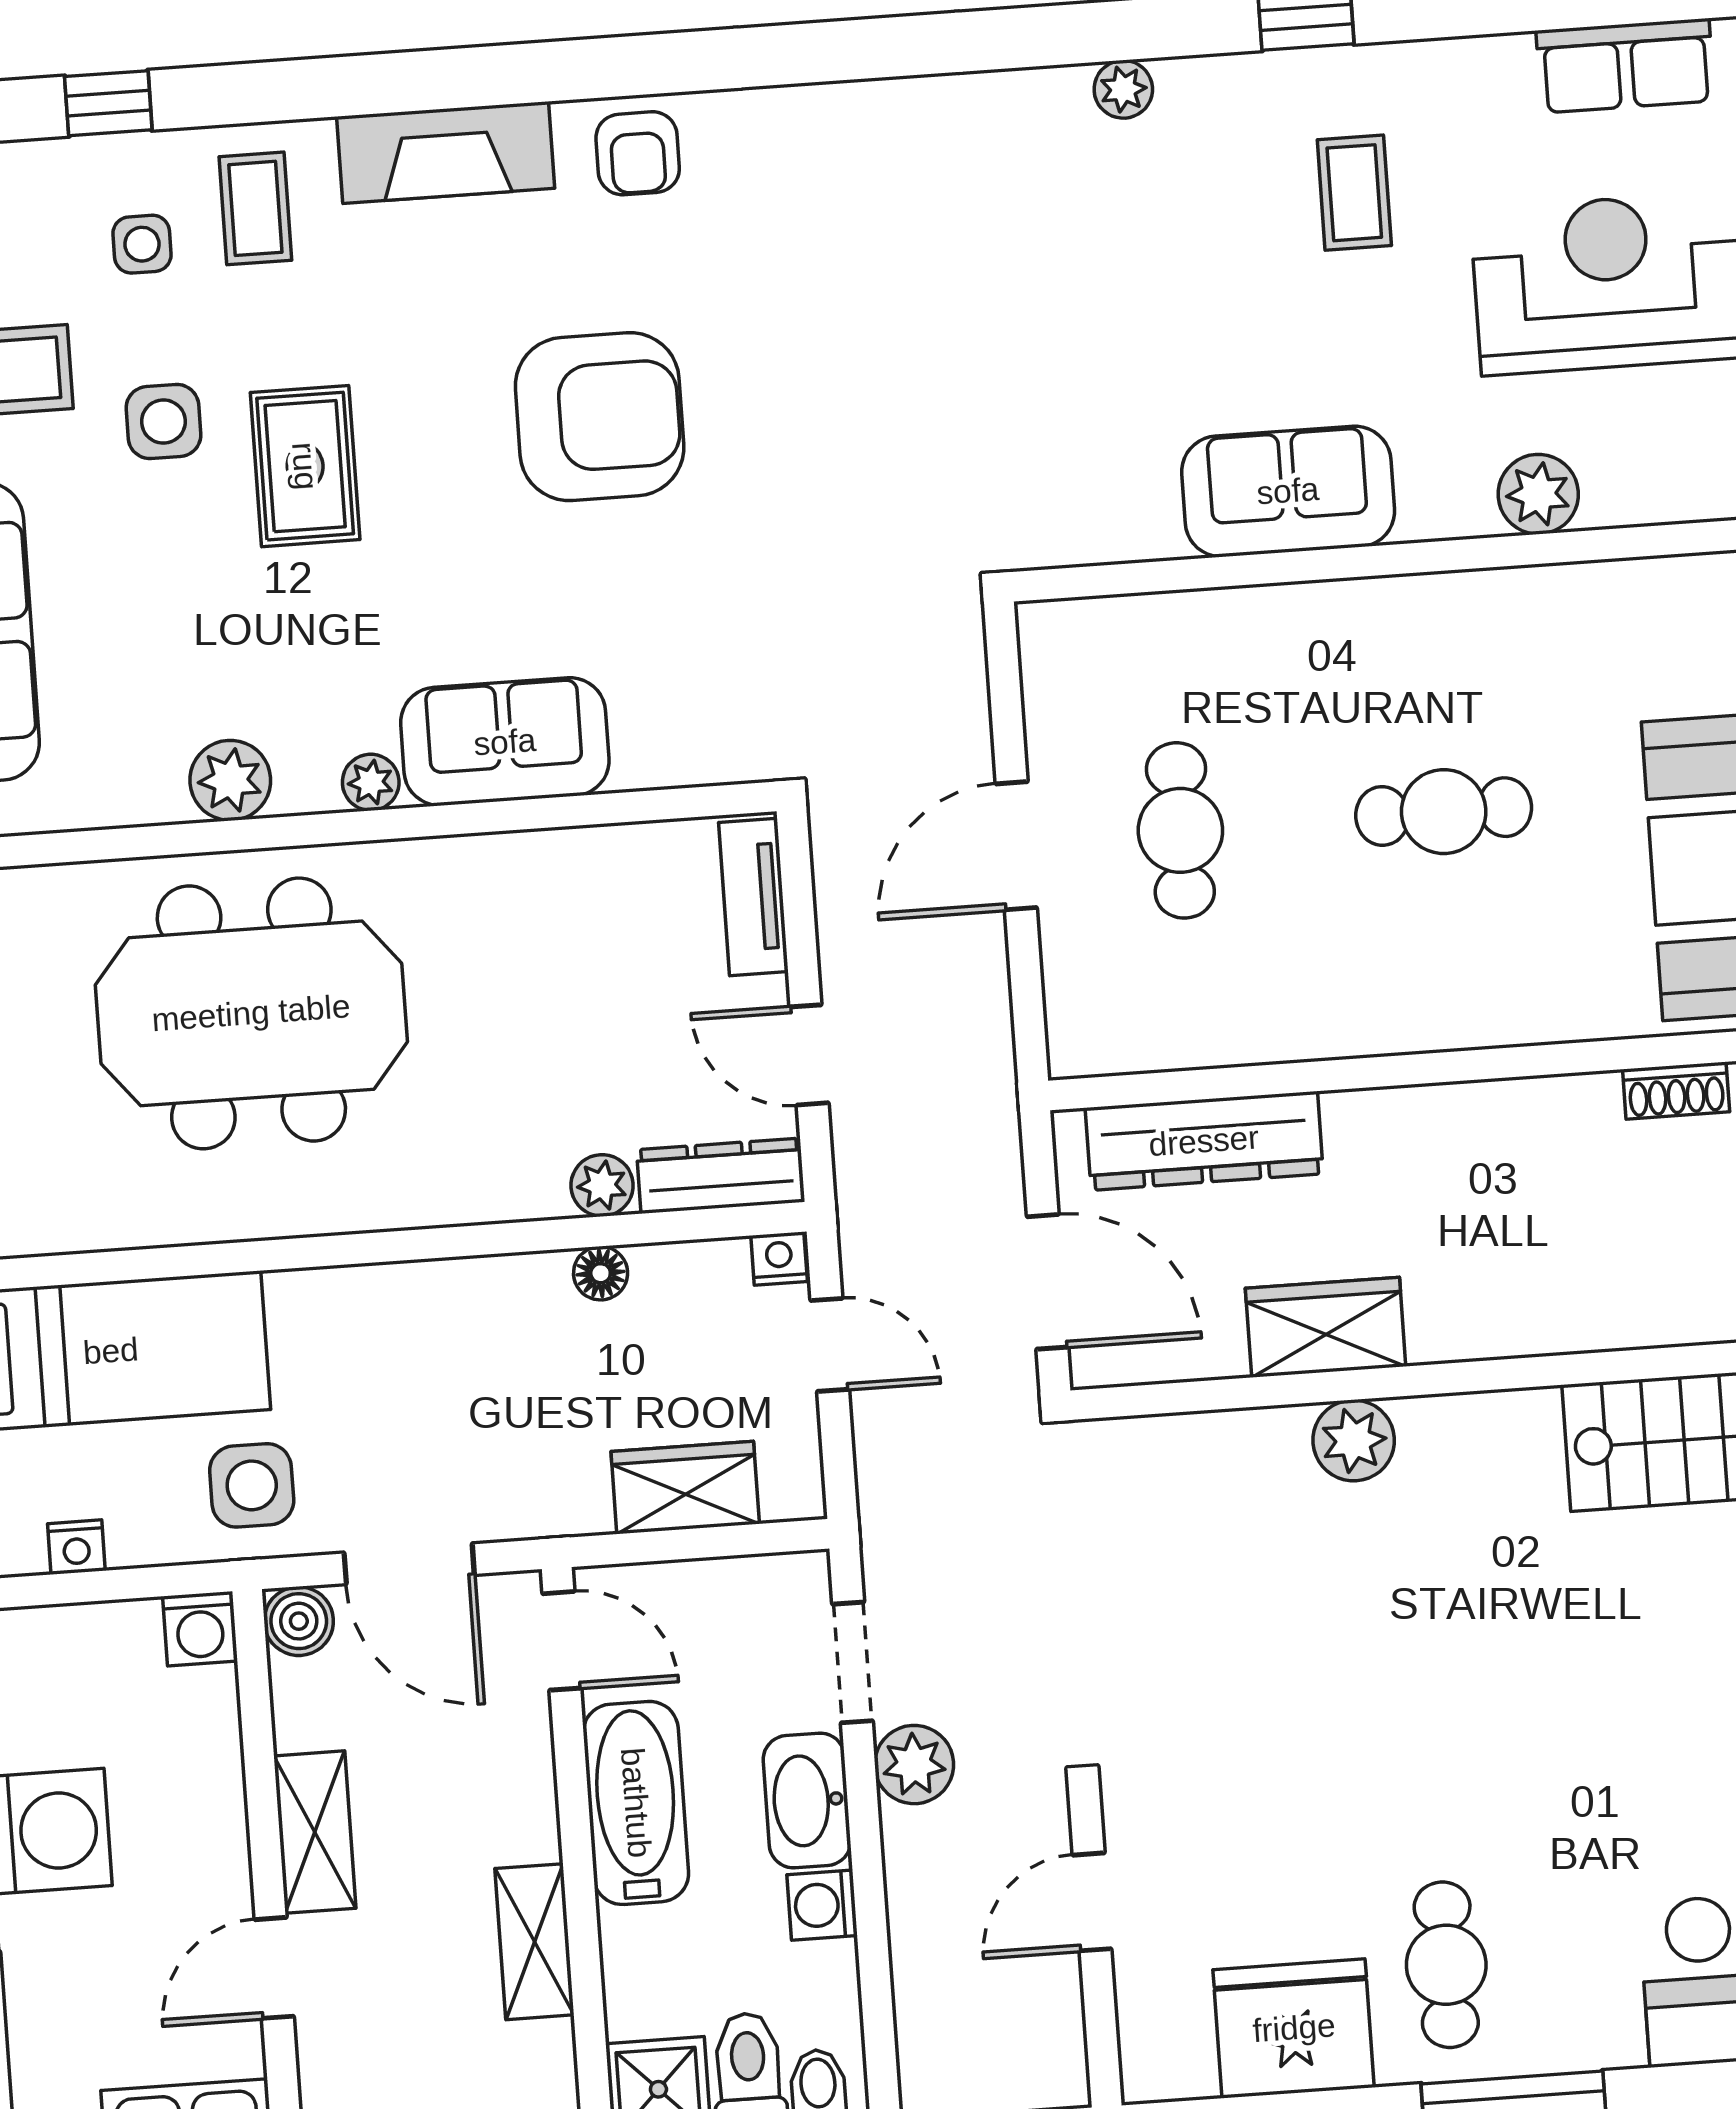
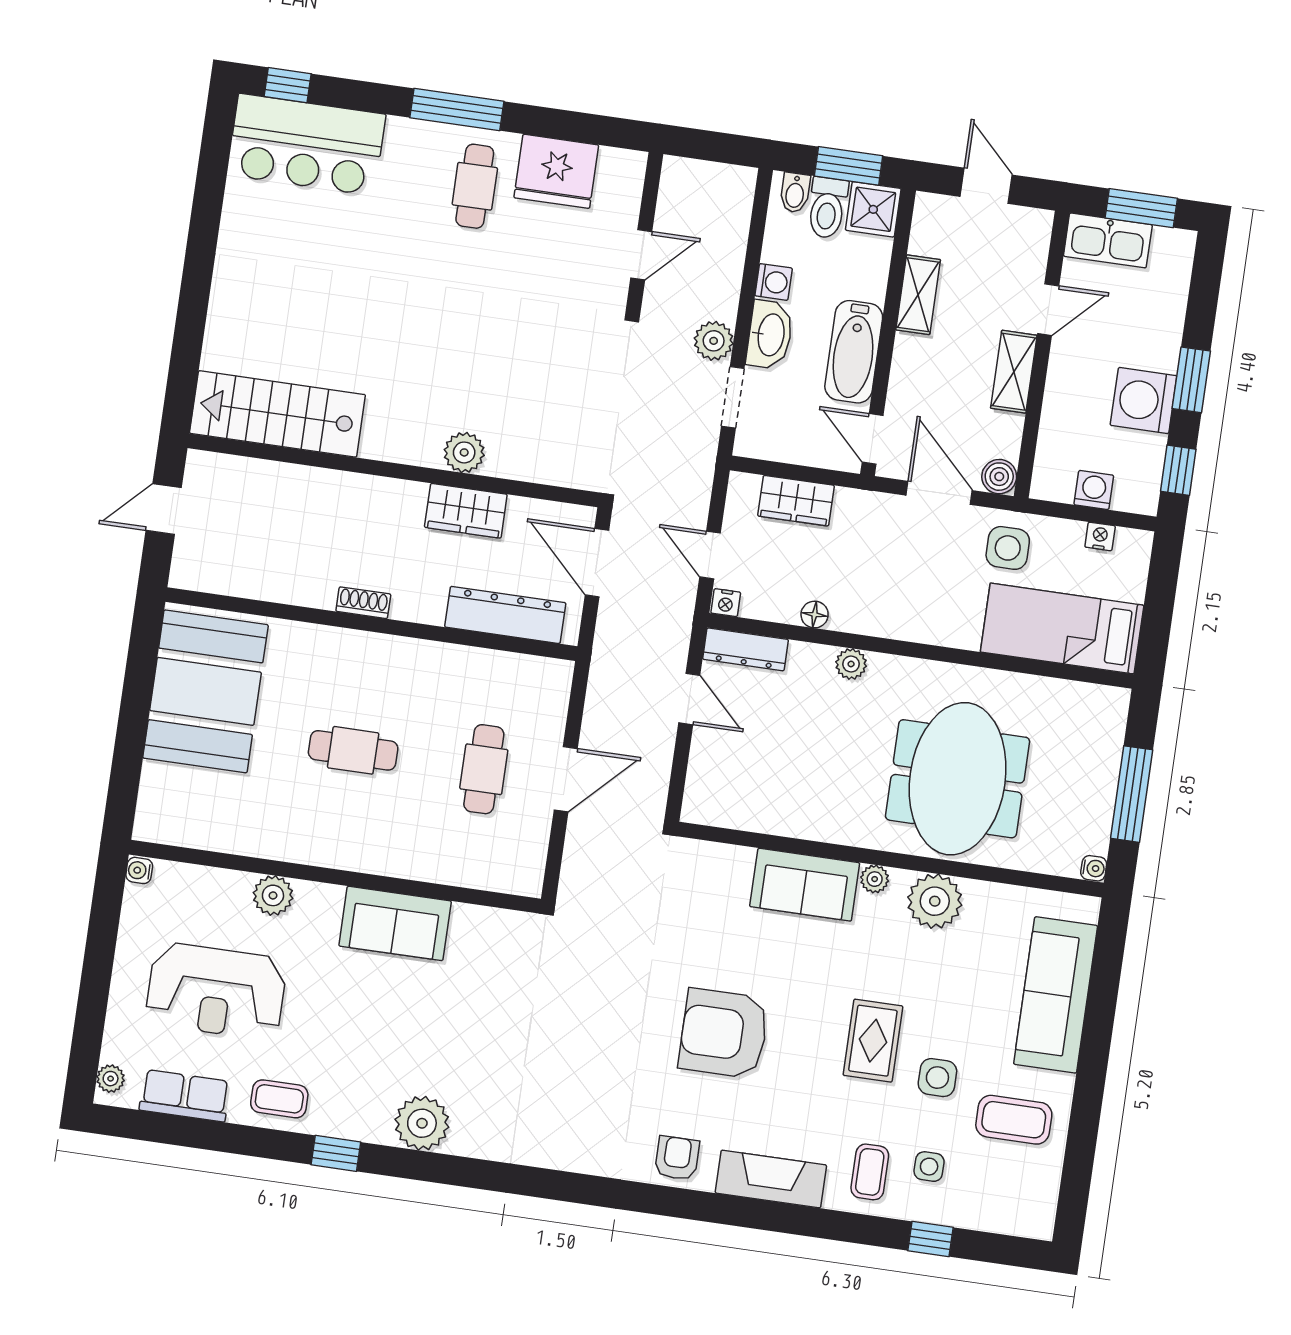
plant: (1123, 89) -> (422, 1123), width x1.87, depth x1.87
coffee table: (1354, 193) -> (279, 1099), moved, turned 90
plant: (230, 780) -> (935, 901), width x1.36, depth x1.36
tv unit: (753, 897) -> (700, 782), removed
meeting table: (251, 1013) -> (958, 779), turned 90
shoe rack: (1676, 1091) -> (363, 603), moved
plant: (602, 1185) -> (851, 664), moved
washing machine: (200, 1629) -> (1094, 490), moved

